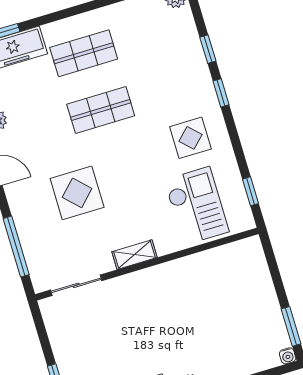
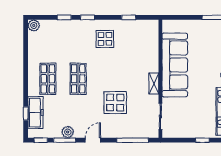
window: (251, 191) -> (129, 17), moved
checkout: (196, 206) -> (139, 46), removed
sofa: (181, 283) -> (175, 65), added

